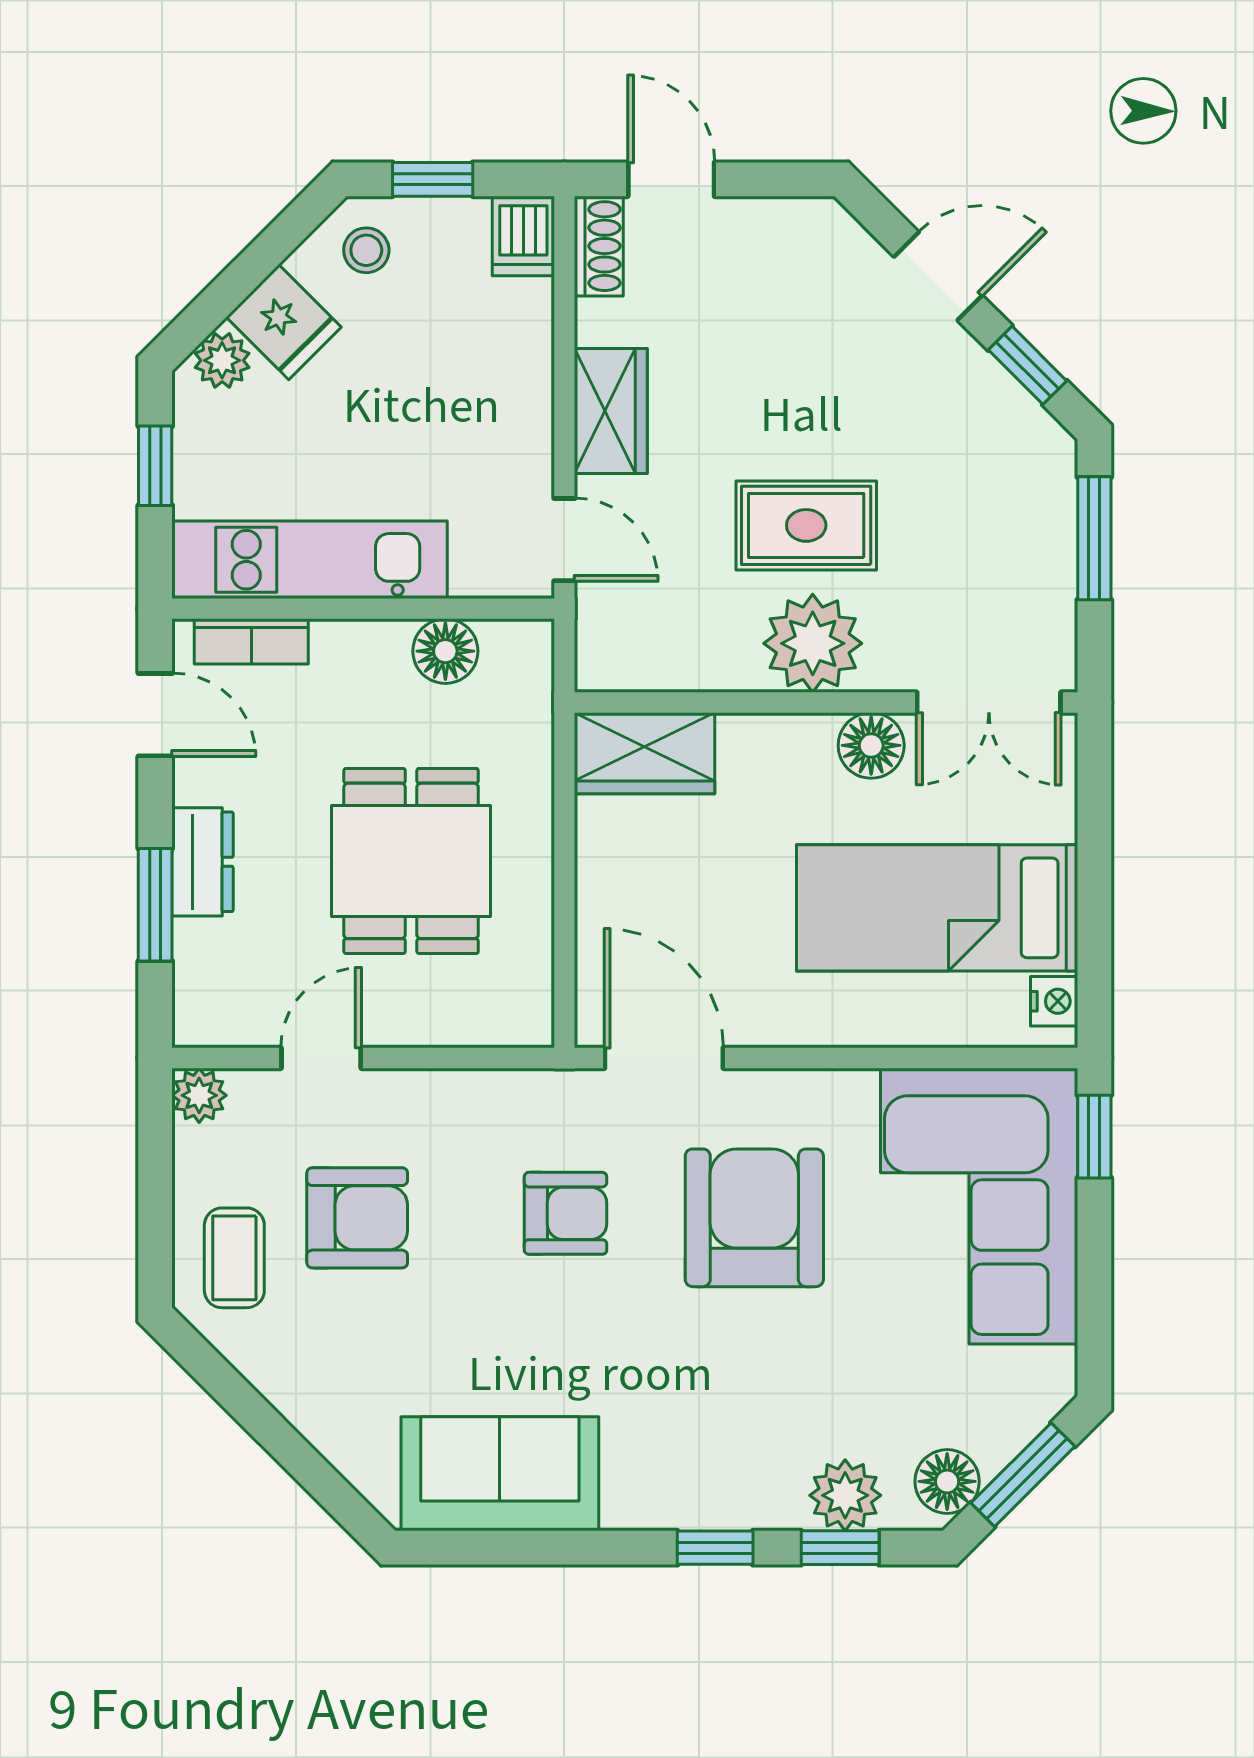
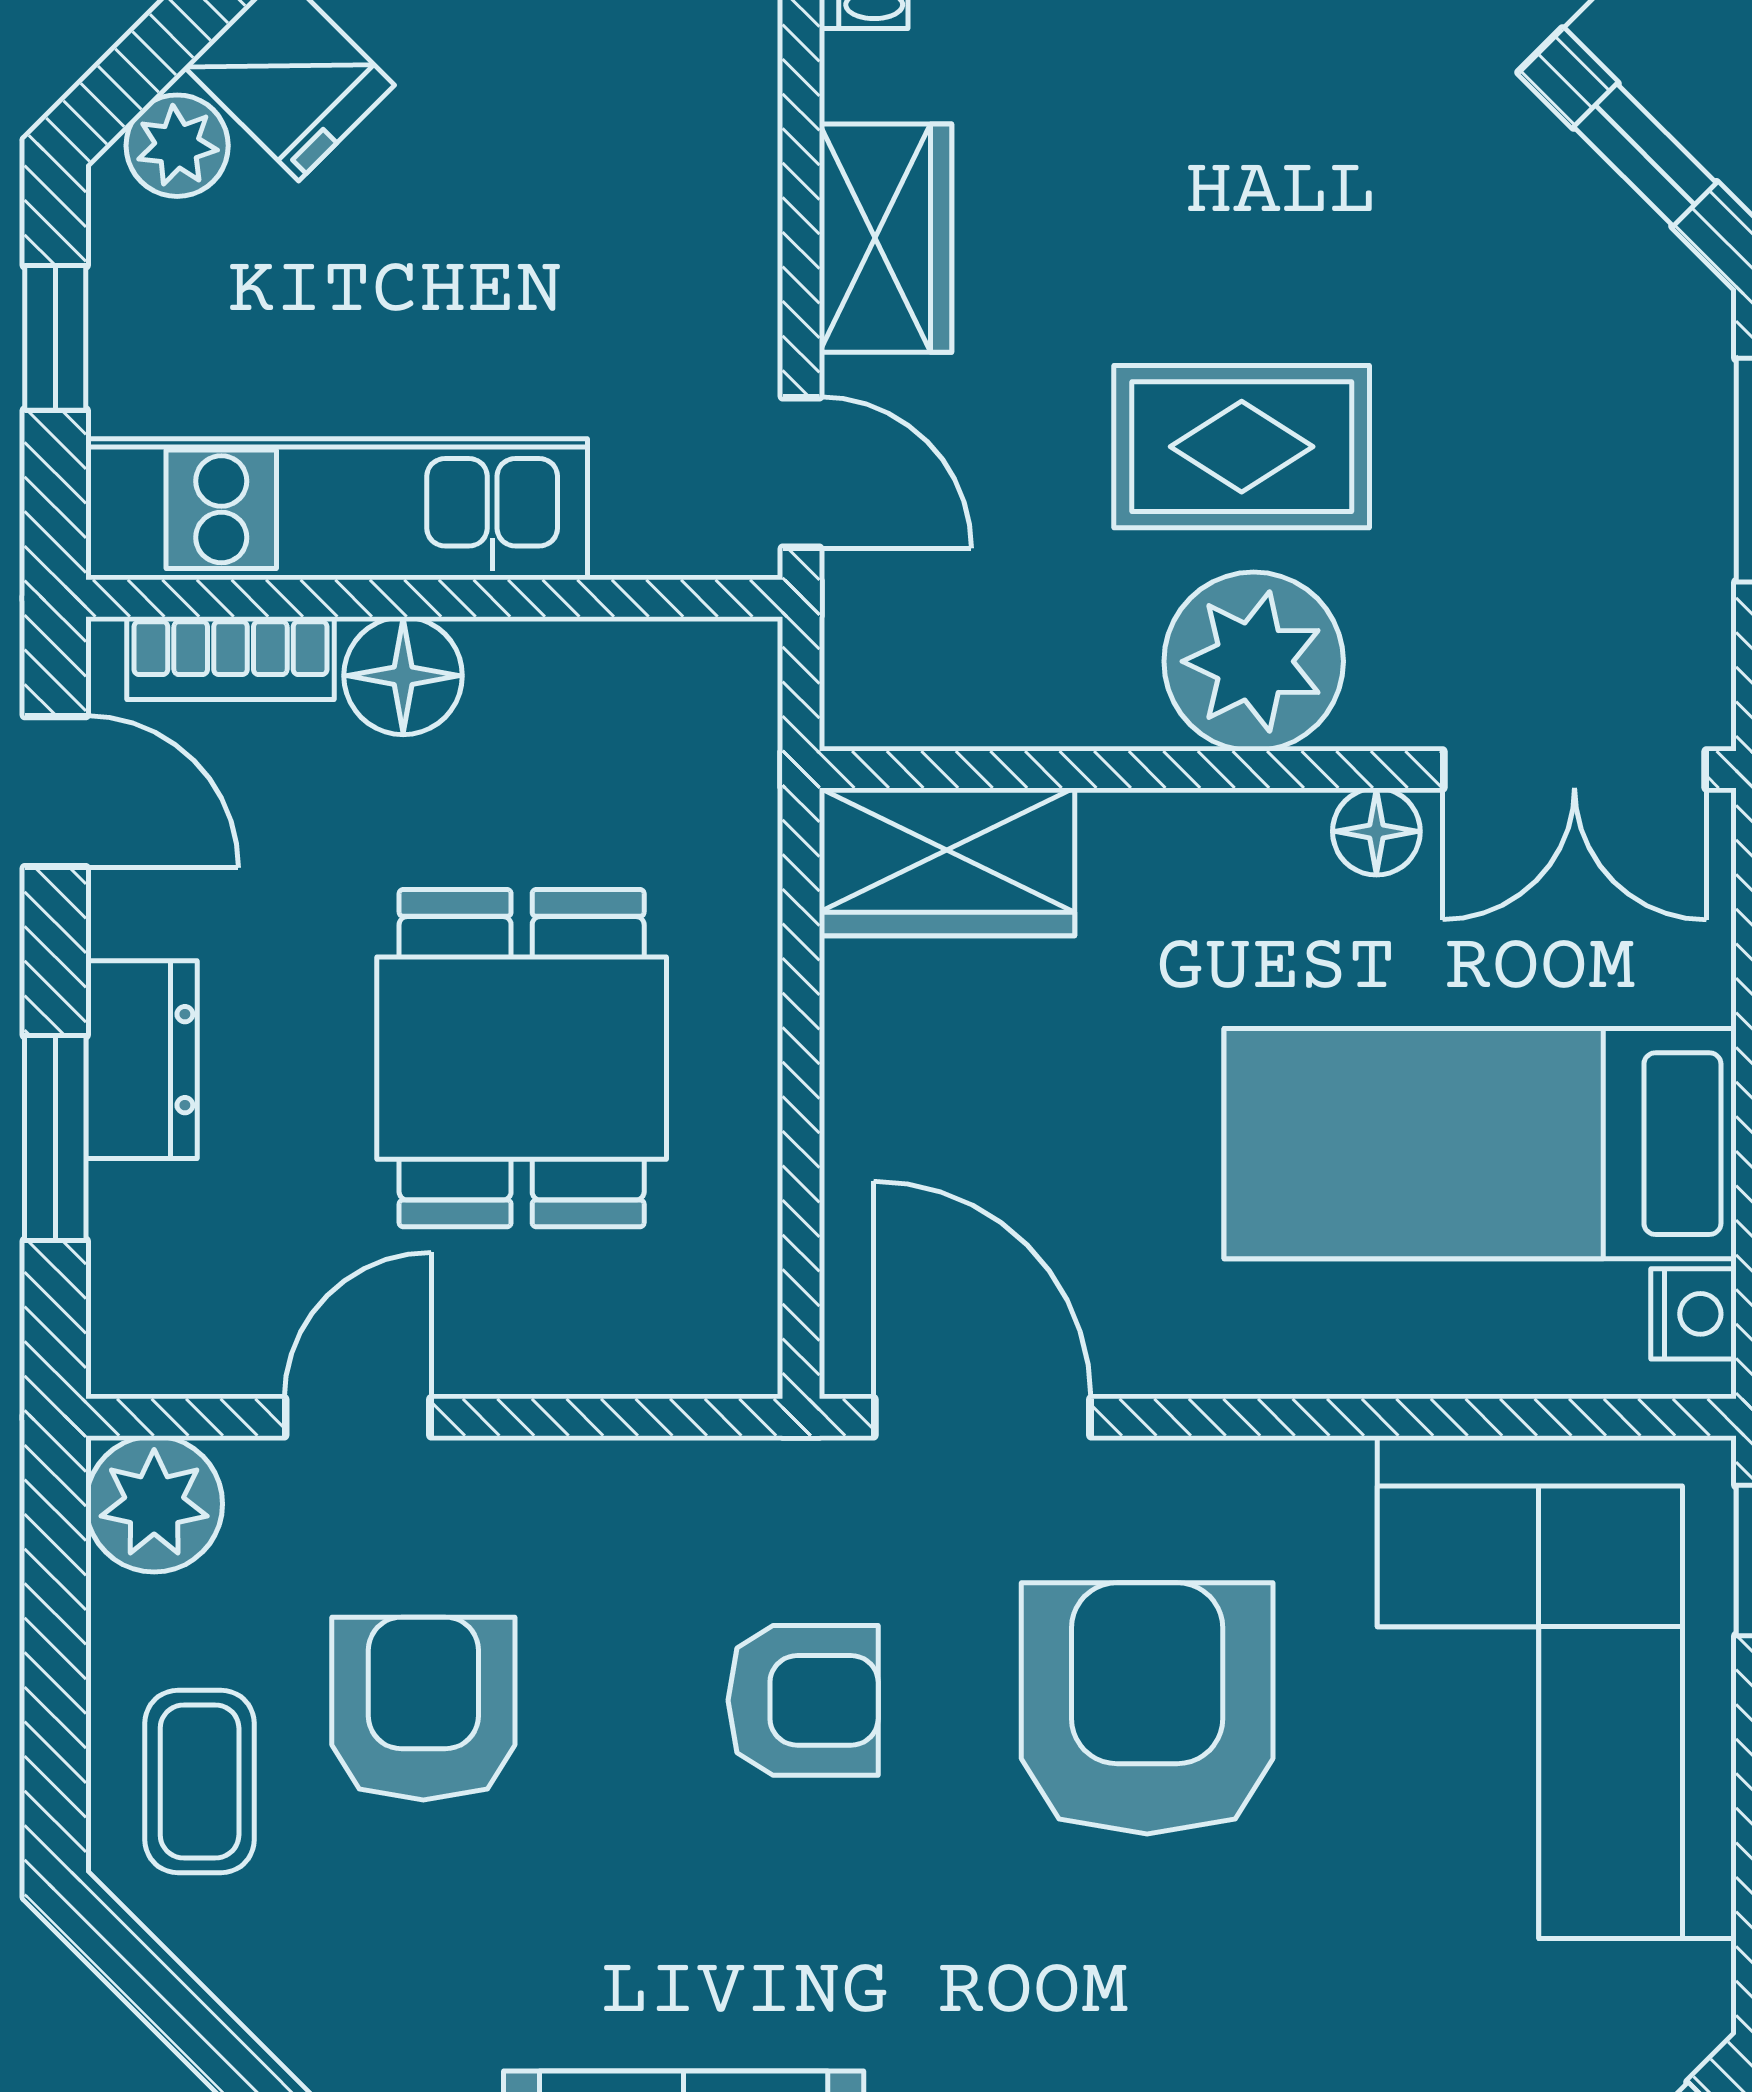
floor lamp: (445, 651) -> (403, 676), moved
floor lamp: (871, 745) -> (1376, 831), width x0.73, depth x0.73
plant: (199, 1095) -> (154, 1504), width x1.38, depth x1.38
armchair: (357, 1218) -> (423, 1709), turned -90

